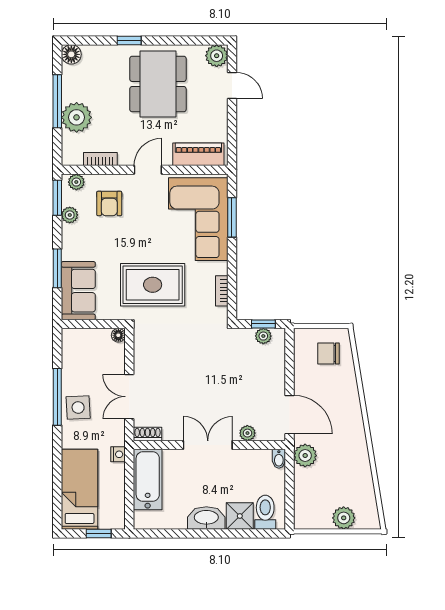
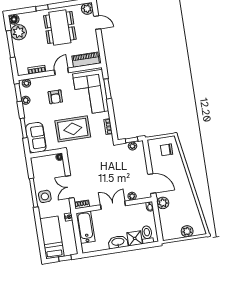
plant: (77, 117) -> (19, 32), moved
armchair: (109, 203) -> (55, 97), moved

